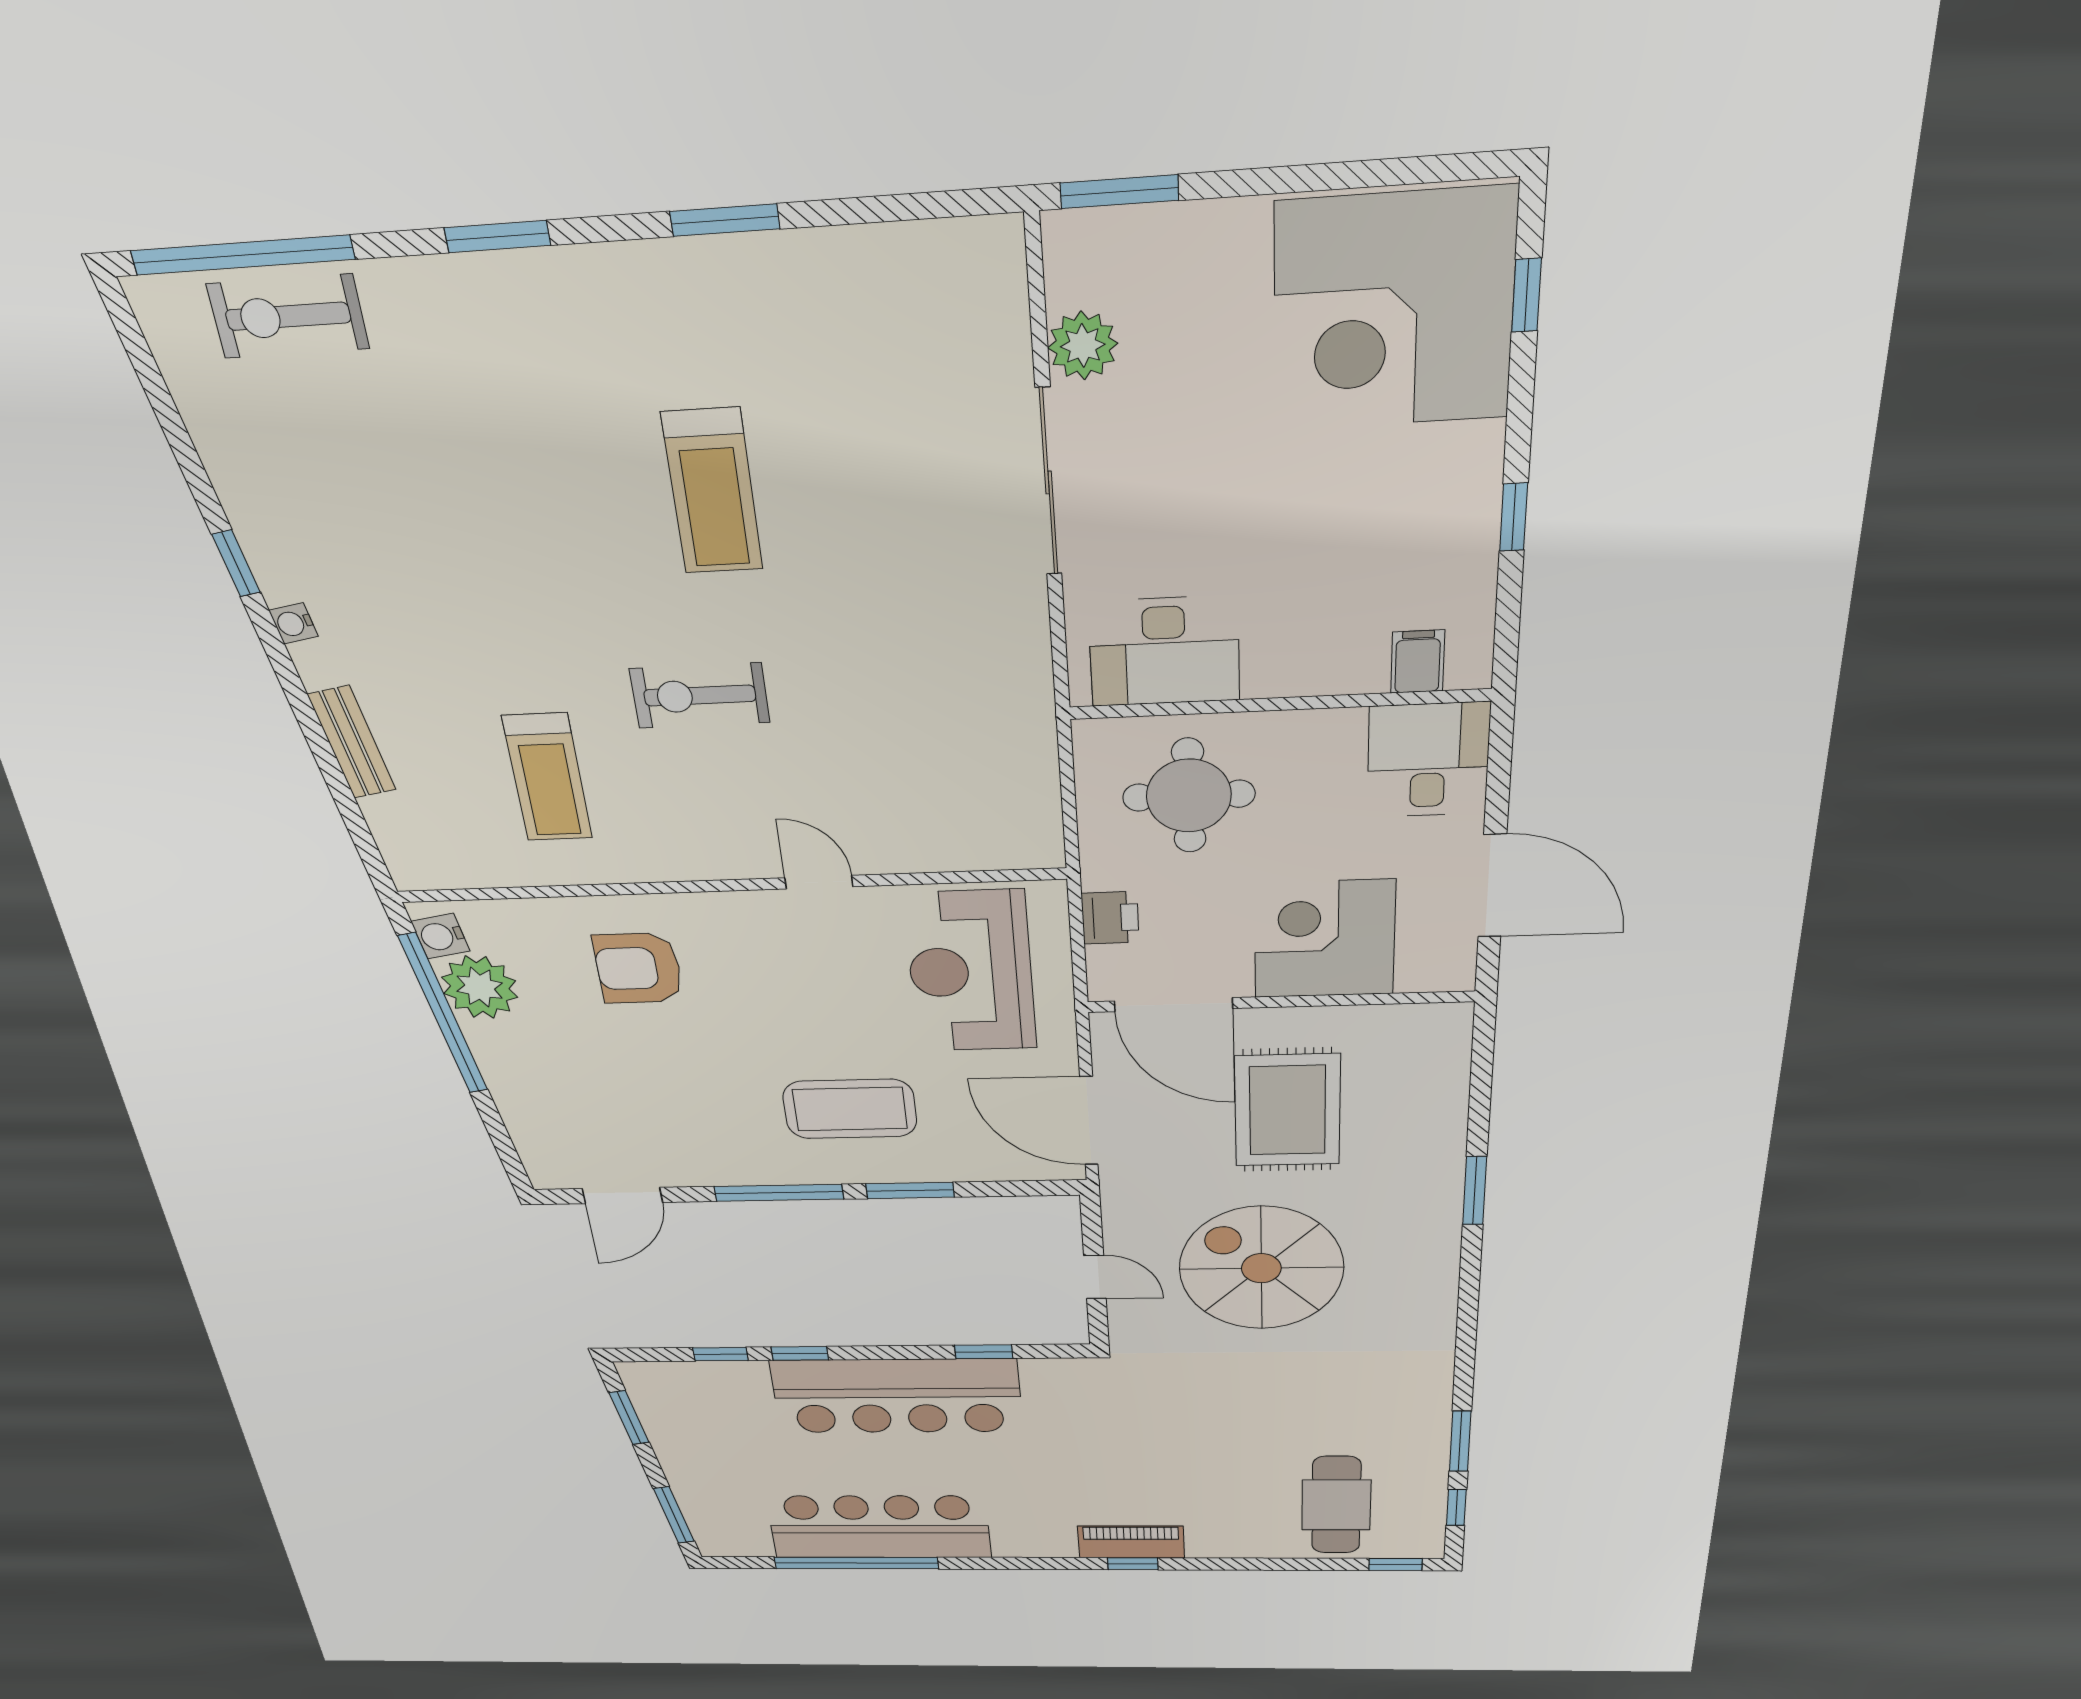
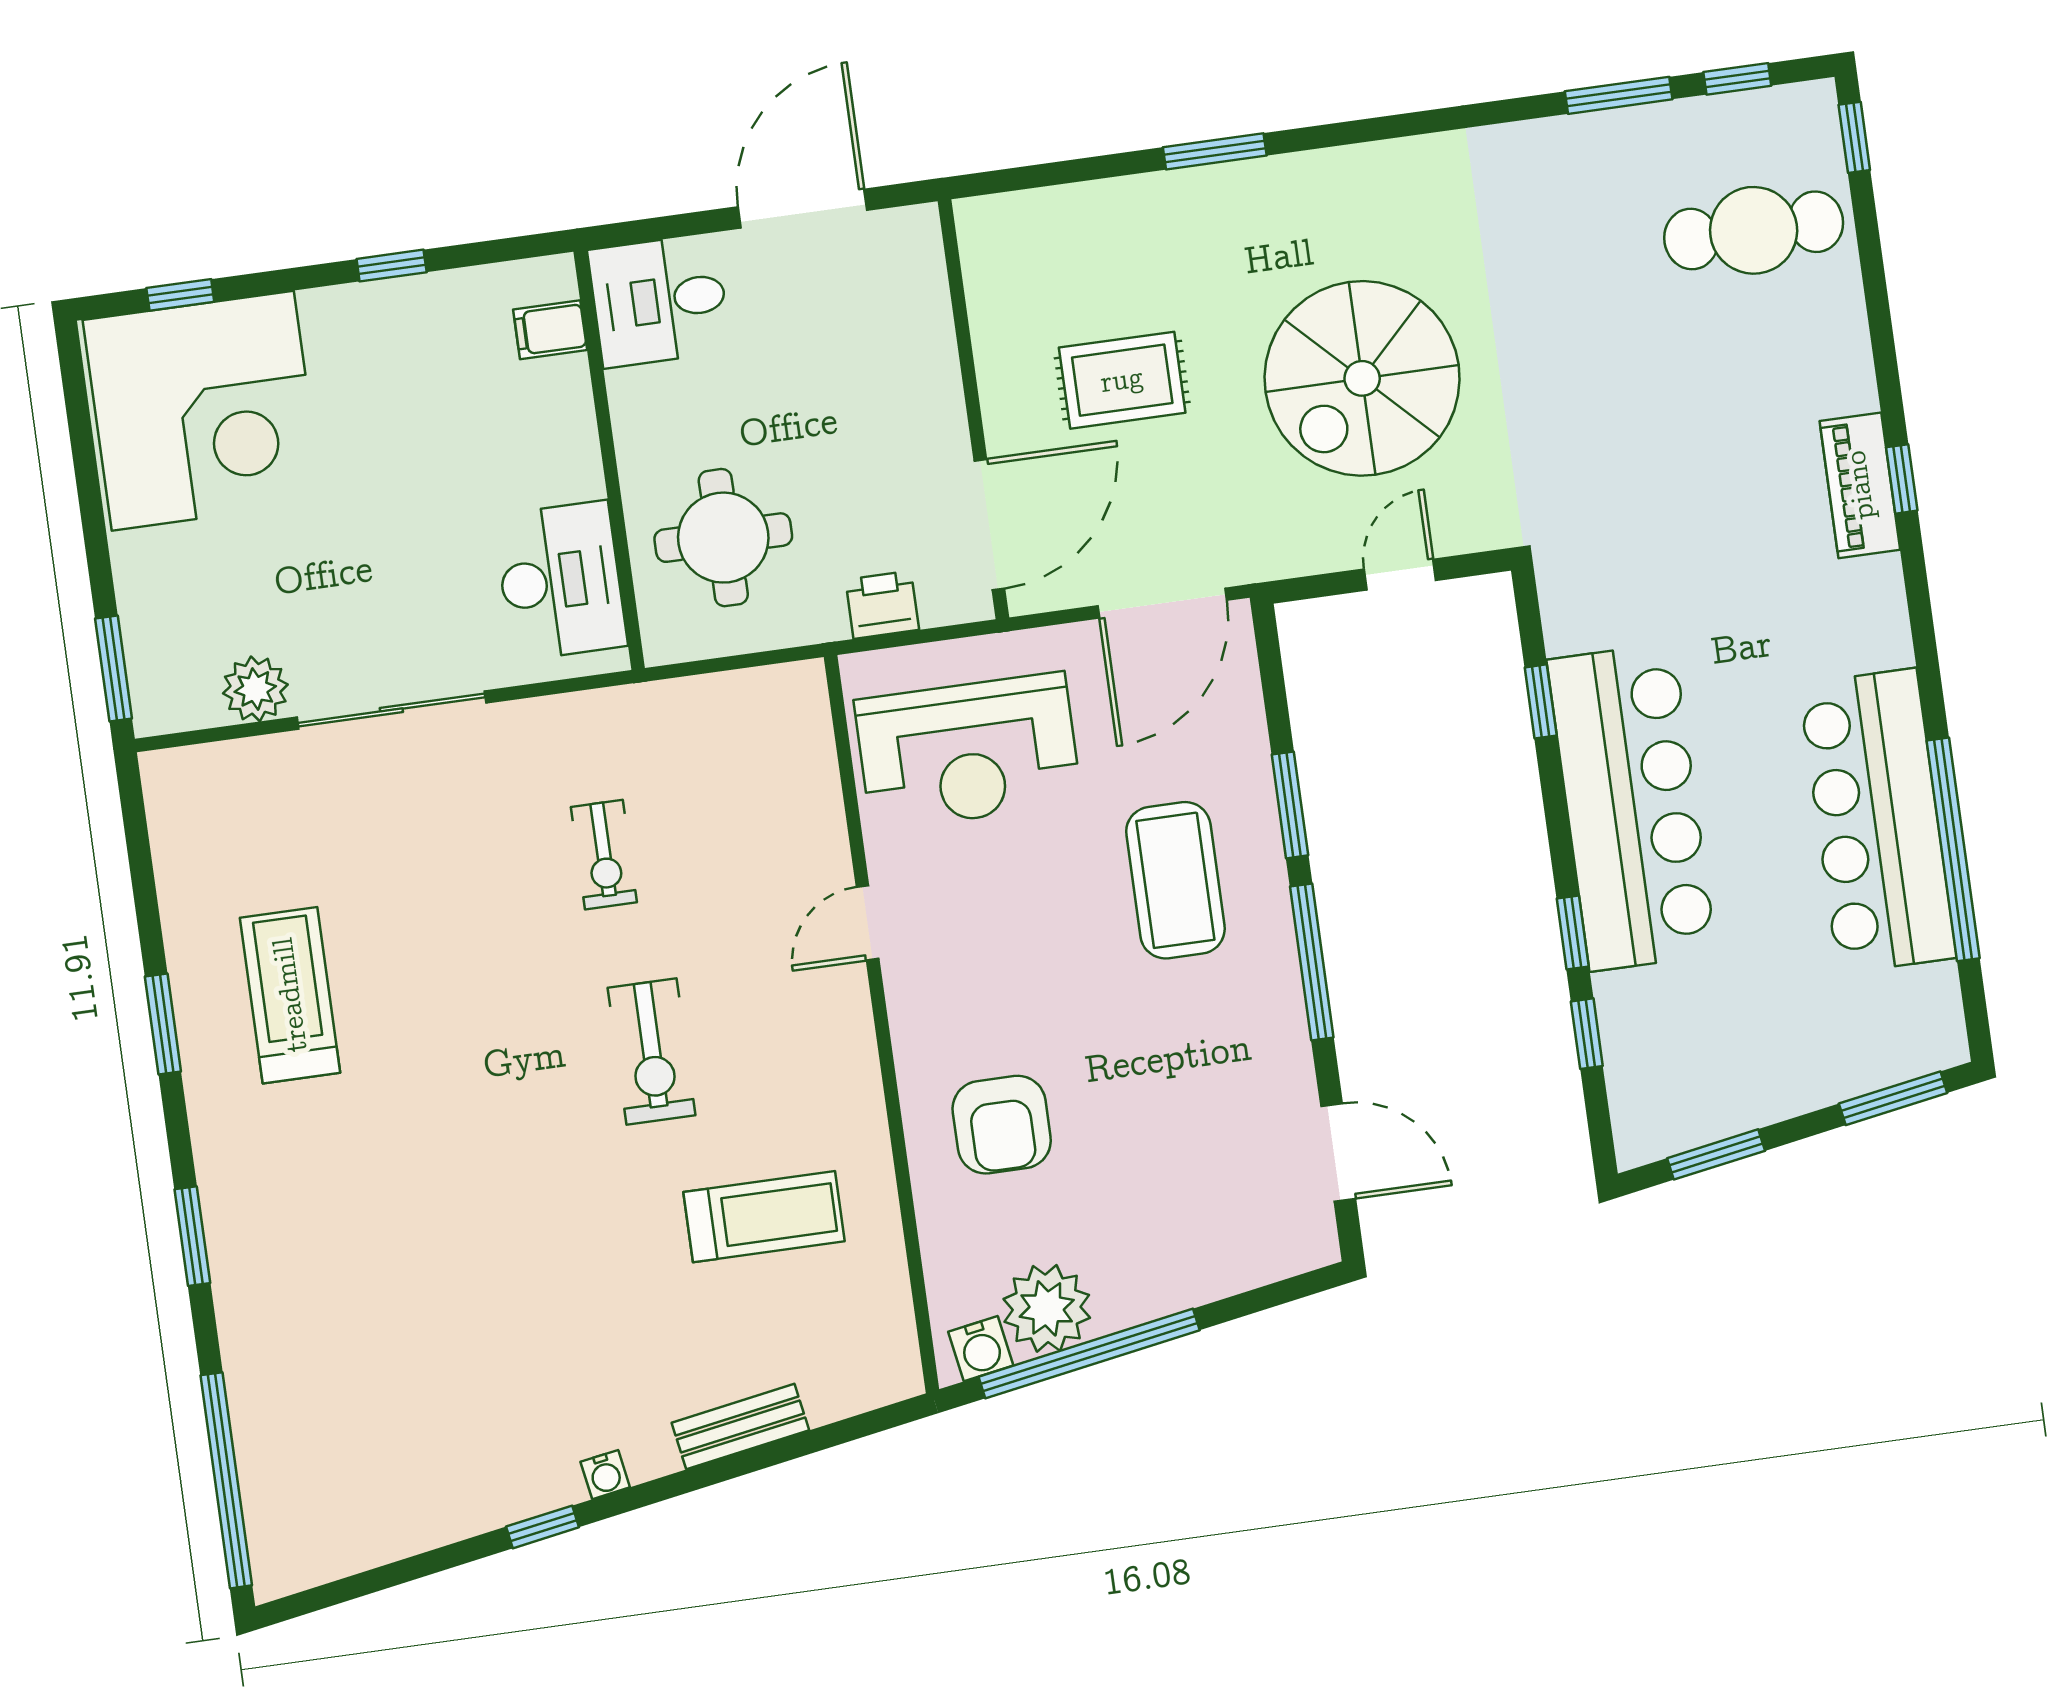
exercise bike: (288, 316) -> (604, 855), moved, width x0.73, depth x0.72
treadmill: (712, 491) -> (290, 995), moved, turned -90
corner desk: (1324, 939) -> (887, 373), removed
rug: (1287, 1110) -> (1122, 380), width x0.73, depth x0.70

